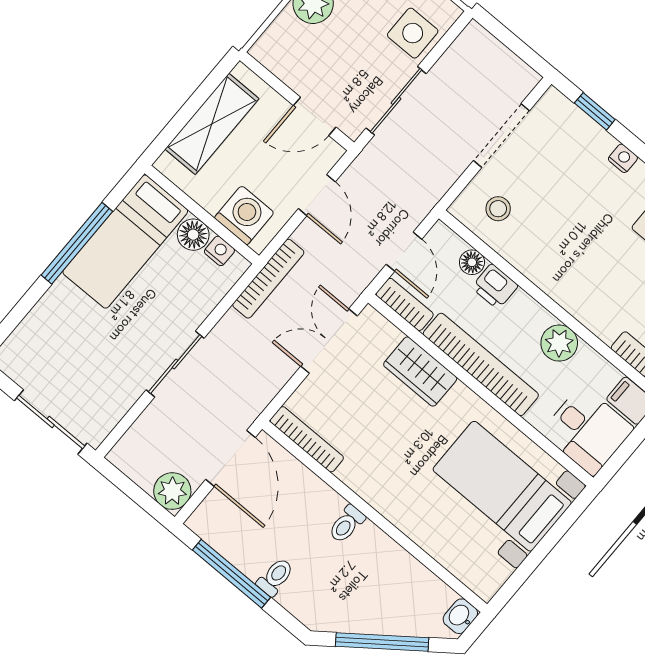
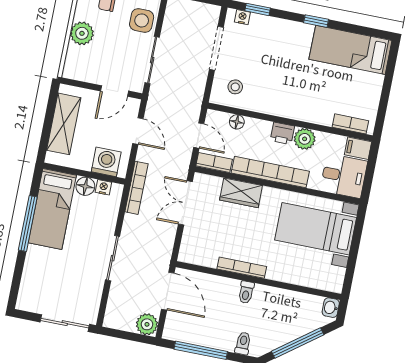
nightstand: (623, 158) -> (242, 17), moved
printer: (495, 287) -> (282, 133), moved
bookcase: (307, 439) -> (242, 268), moved
toilet: (275, 577) -> (243, 343), moved

